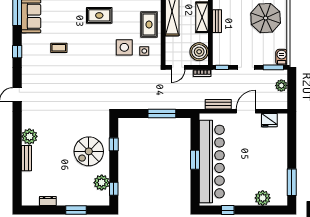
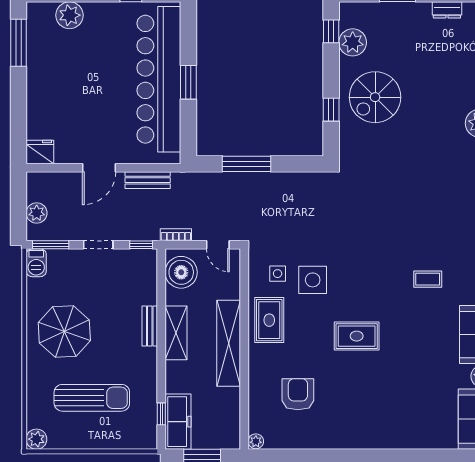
door: (178, 67) -> (218, 245), swing flipped
fridge: (269, 120) -> (40, 152), moved
spiral stairs: (89, 151) -> (375, 97), turned 180

